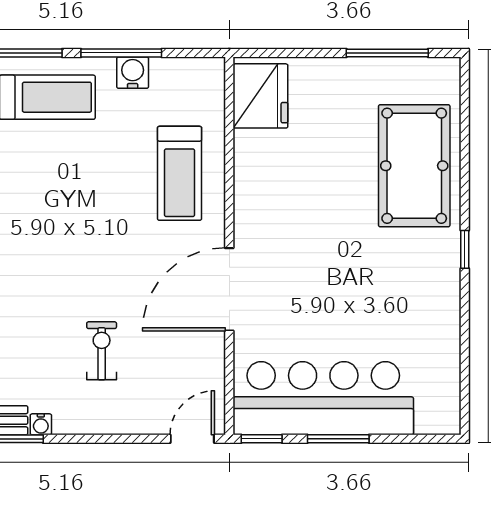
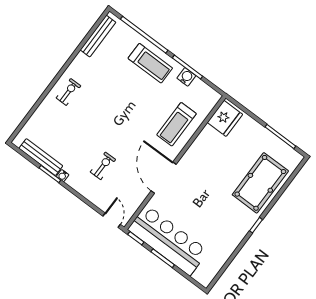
door: (229, 289) -> (164, 178), hinge flipped
door: (192, 439) -> (112, 220), hinge flipped

